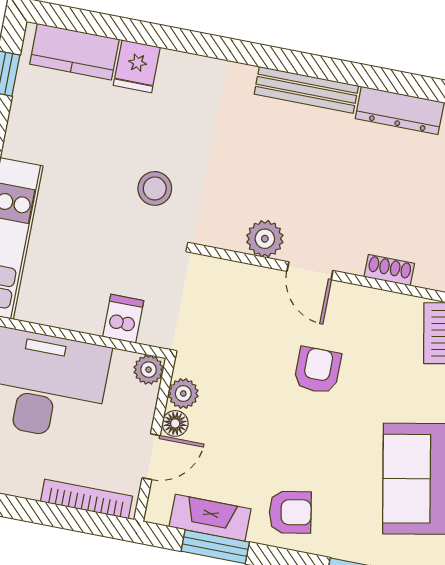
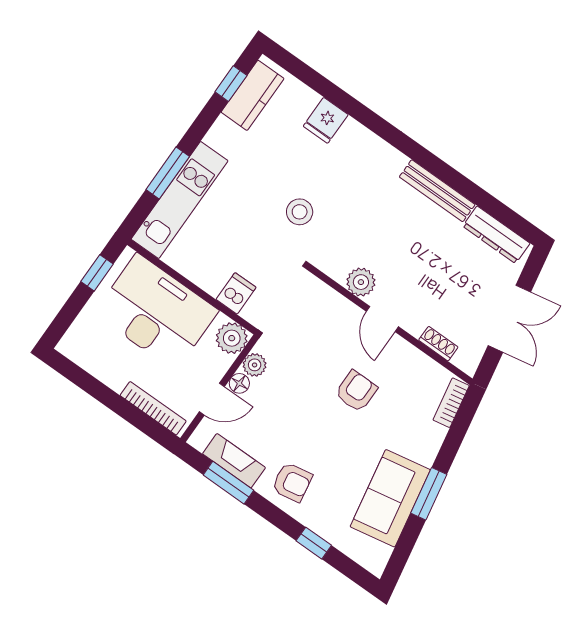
kitchen counter: (74, 52) -> (253, 95), moved, turned -90
plant: (149, 370) -> (232, 338), width x1.38, depth x1.38

